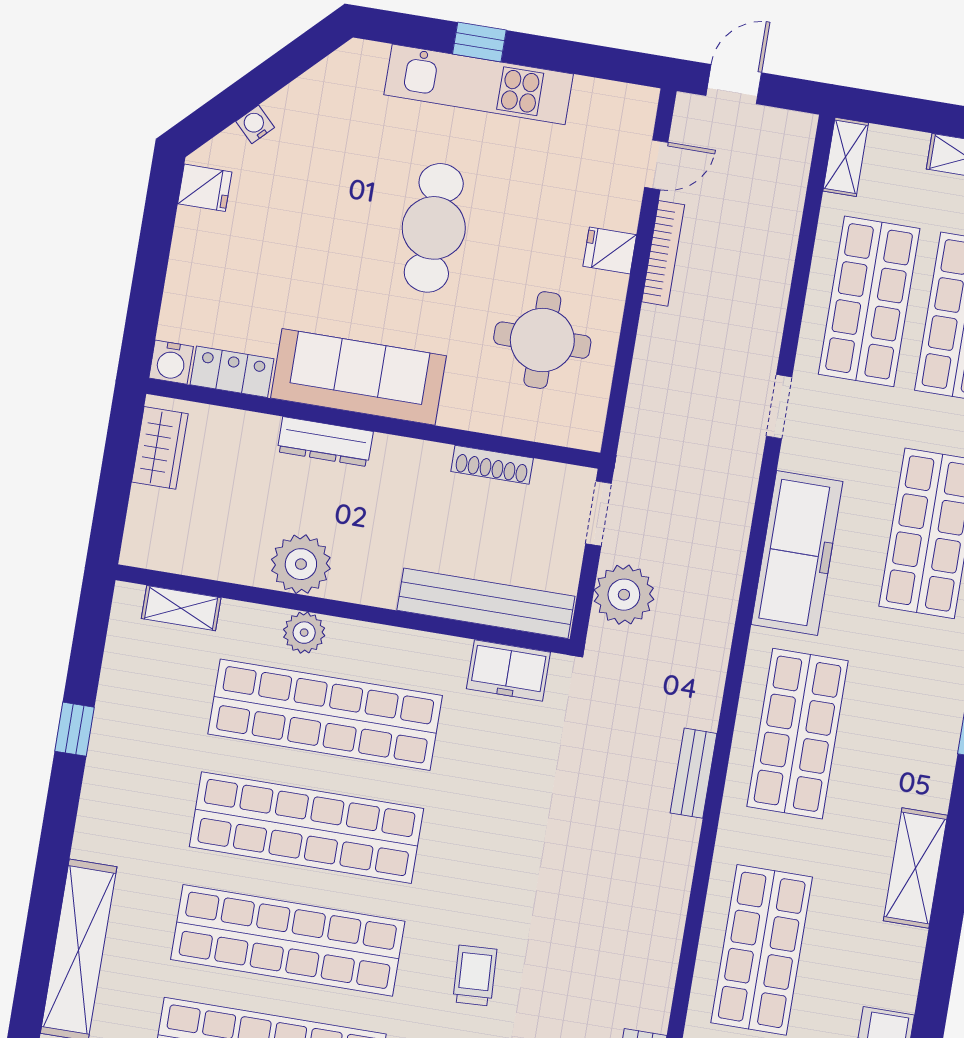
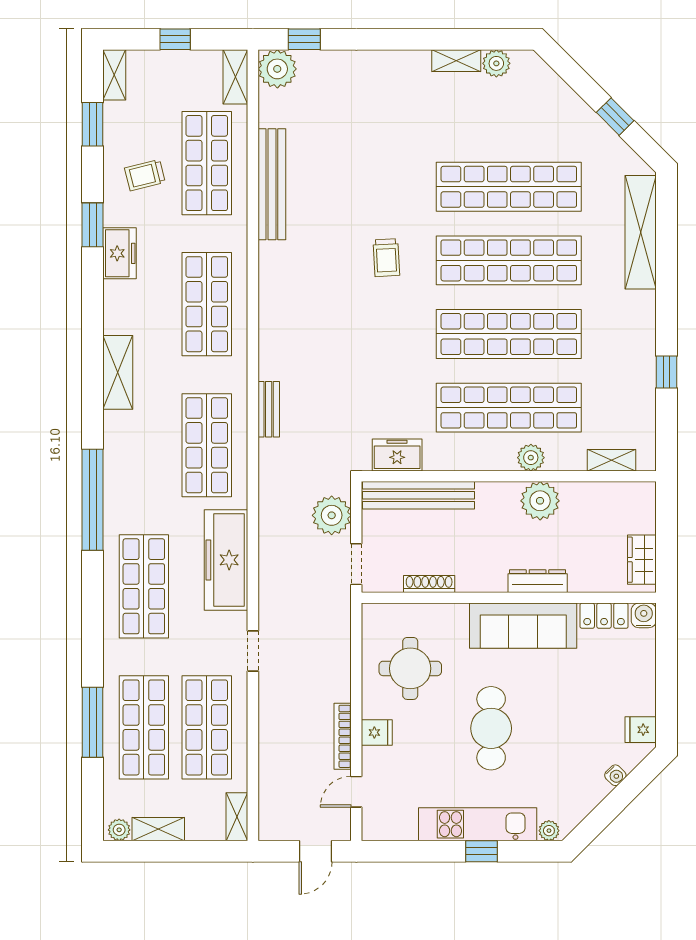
plant: (371, 56) -> (549, 831), added

